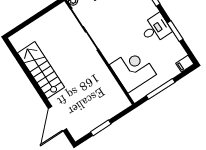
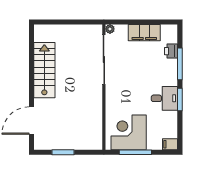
window: (175, 31) -> (180, 99), moved
corner desk: (133, 70) -> (129, 132), moved, turned -90

